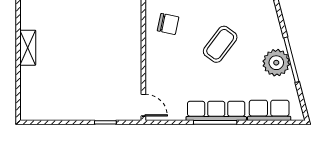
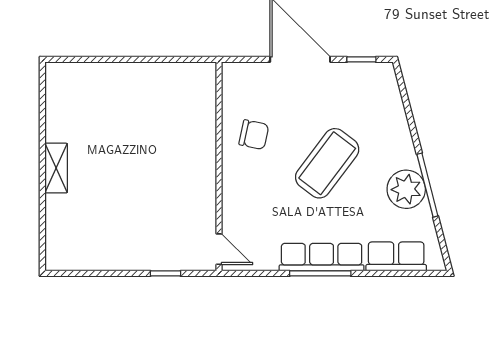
coffee table: (220, 44) -> (327, 163), width x1.36, depth x1.32

